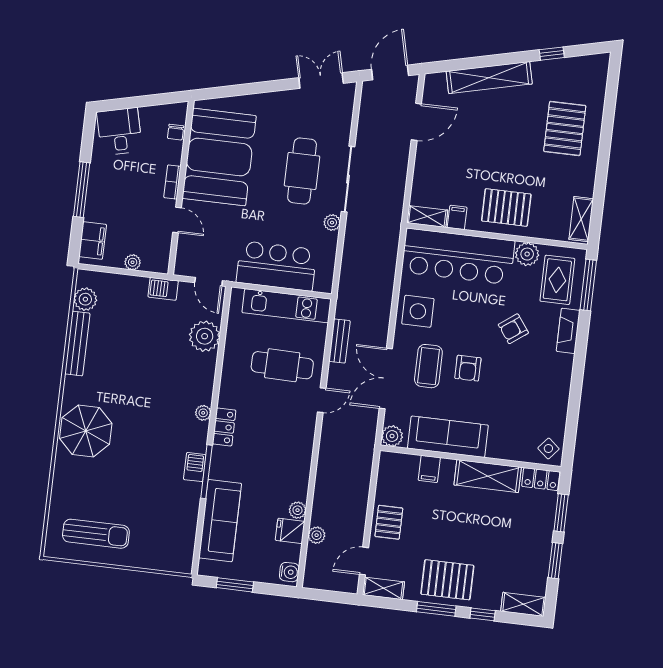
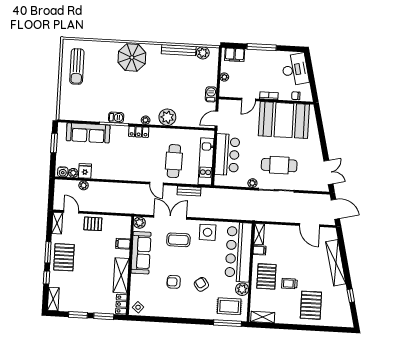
pallet: (565, 128) -> (311, 305), turned 90
desk: (119, 131) -> (295, 70), width x1.37
trolley: (522, 166) -> (289, 284), added
fireplace: (568, 331) -> (202, 314), removed
plant: (205, 336) -> (167, 117), moved
armchair: (468, 368) -> (174, 282), moved
plant: (297, 510) -> (73, 173), moved

